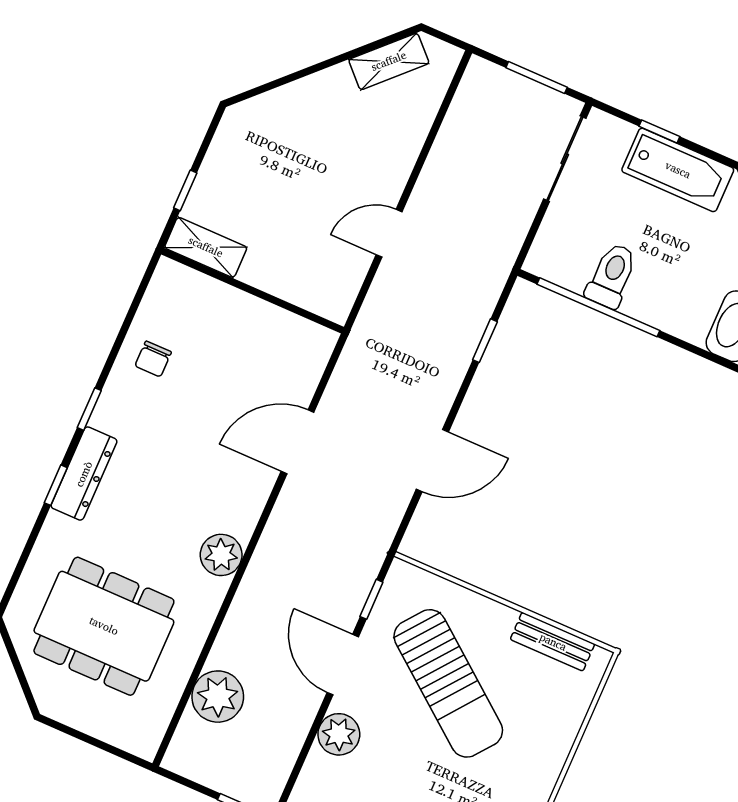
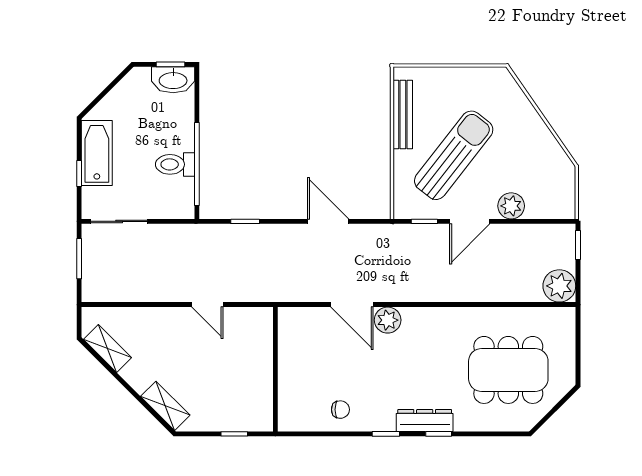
shelving: (206, 247) -> (165, 406), moved, turned -45
plant: (221, 555) -> (388, 320), moved
dining table: (104, 626) -> (508, 370), turned 90
bench: (553, 642) -> (403, 115), width x1.36
plant: (218, 697) -> (559, 286), moved

